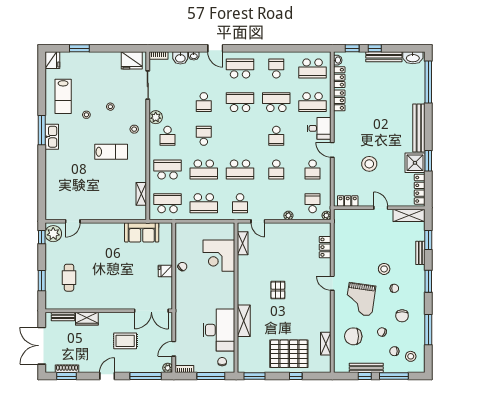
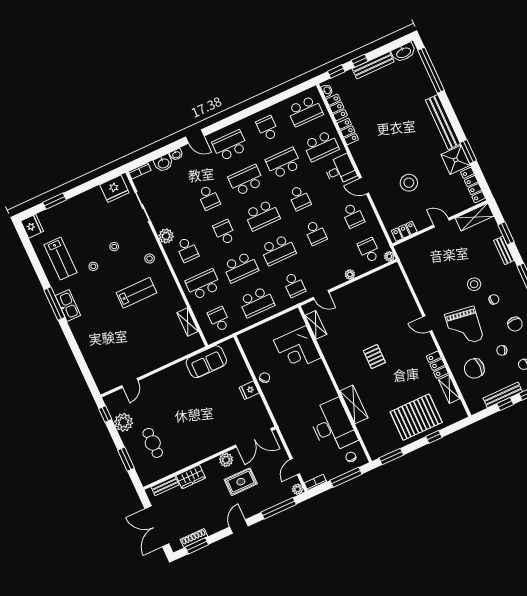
school desk: (240, 136) -> (262, 215), added
school desk: (168, 203) -> (219, 319), width x0.54
plant: (53, 234) -> (124, 422), moved
locker: (325, 247) -> (437, 365), moved
plant: (121, 318) -> (226, 460), added

